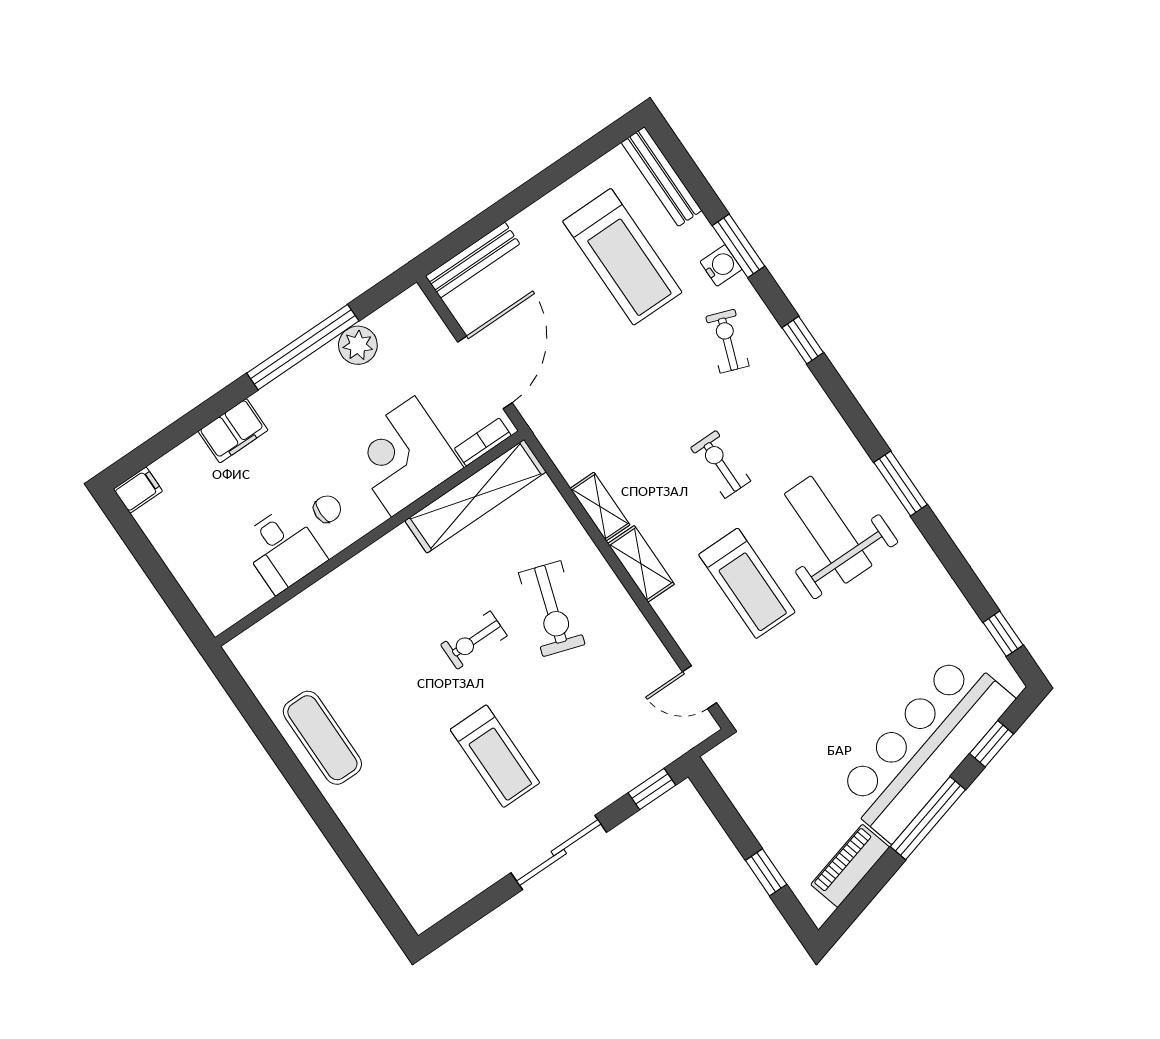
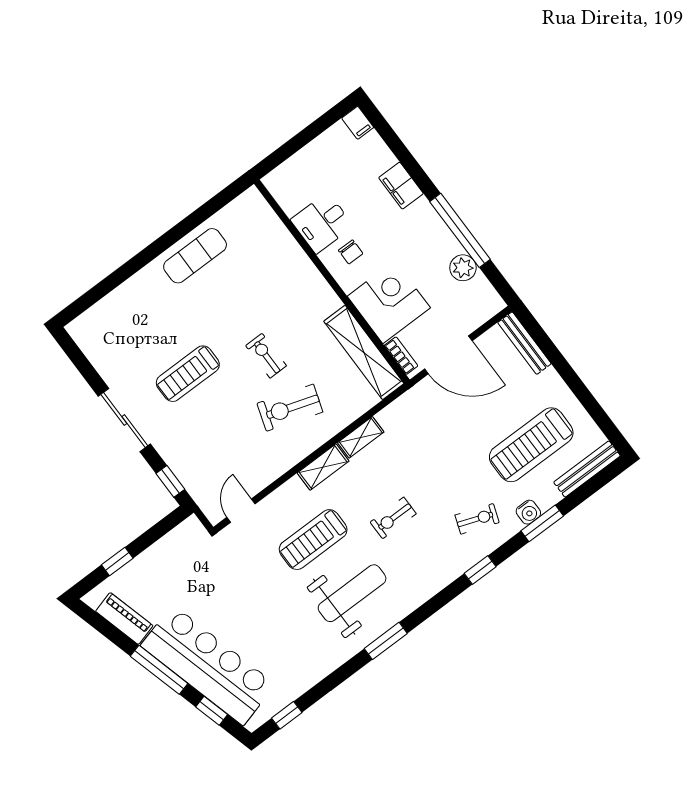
exercise bike: (721, 464) -> (393, 518), turned 180

